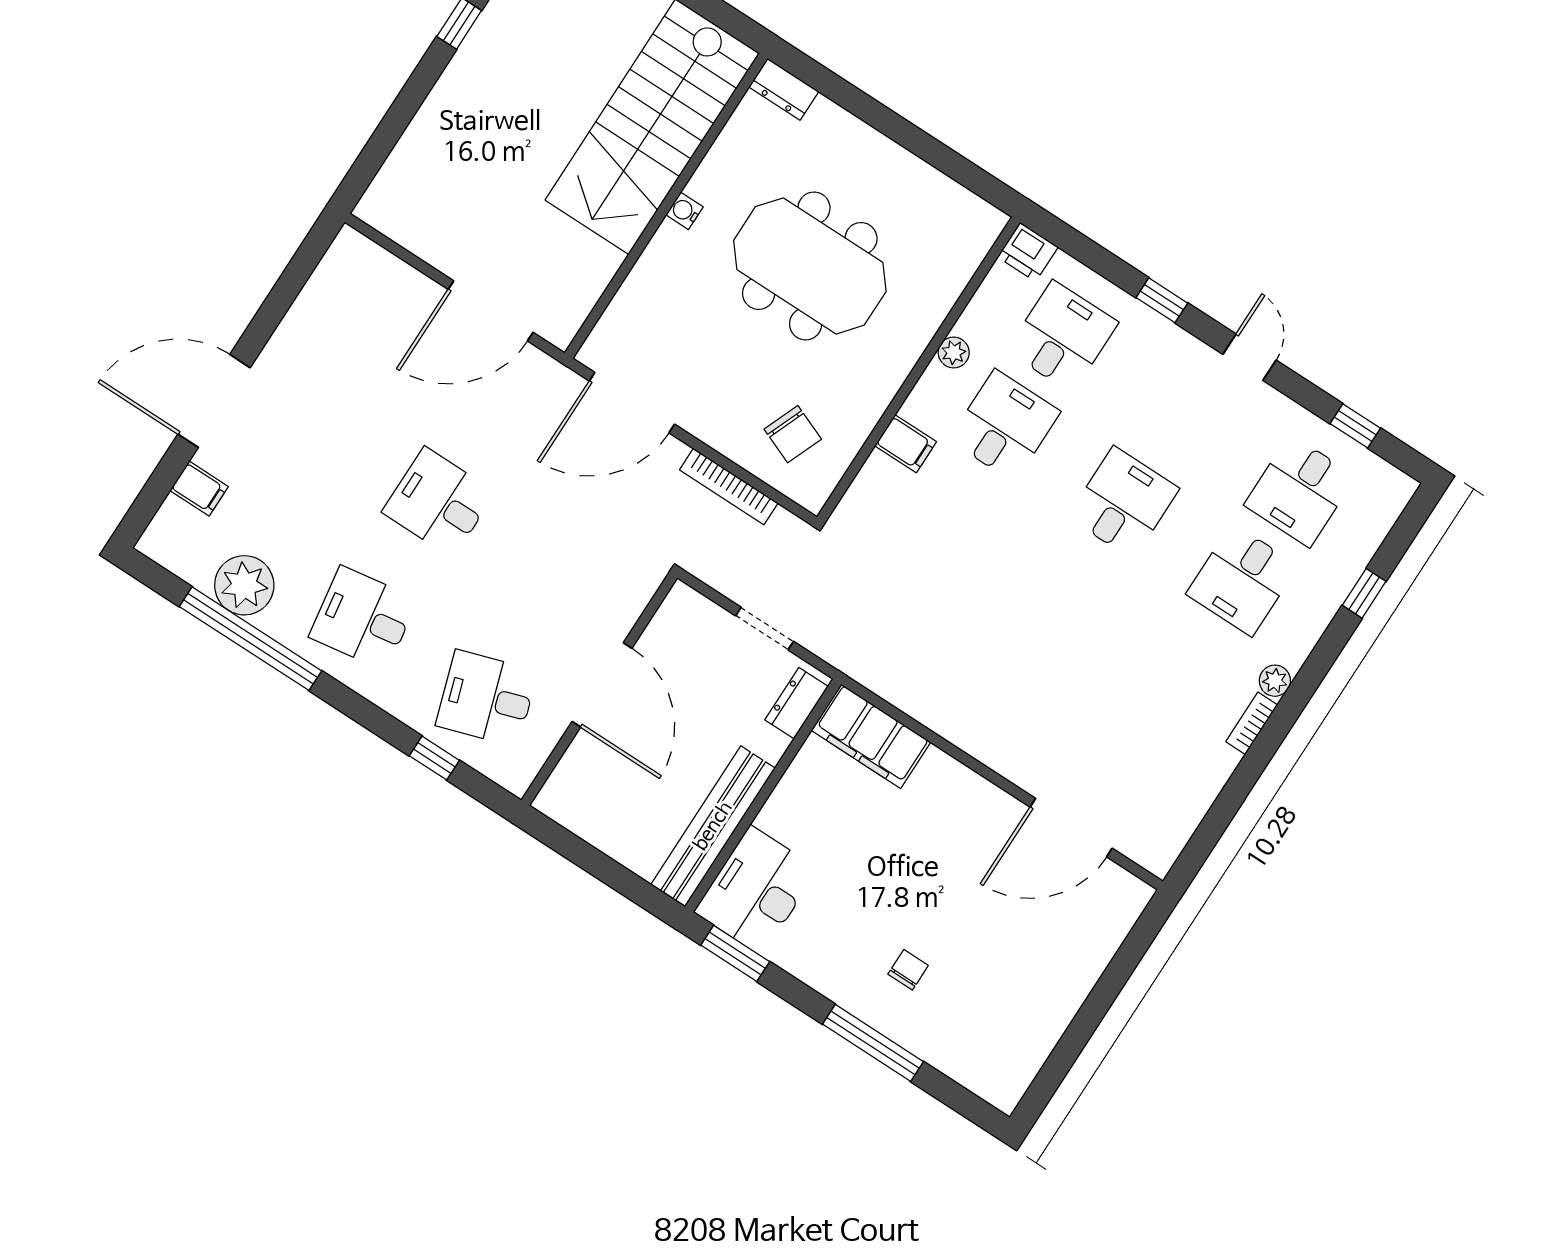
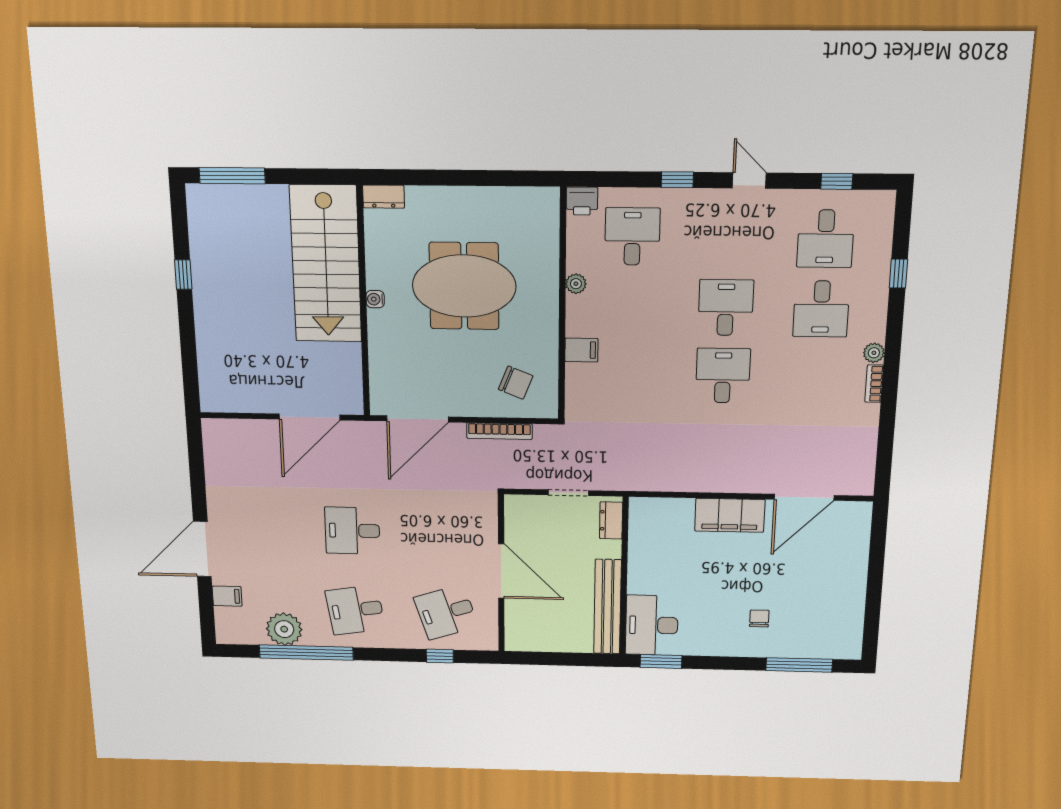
desk: (1005, 426) -> (723, 376), moved
filing cabinet: (871, 736) -> (730, 515), moved
window: (873, 1043) -> (799, 665), moved

